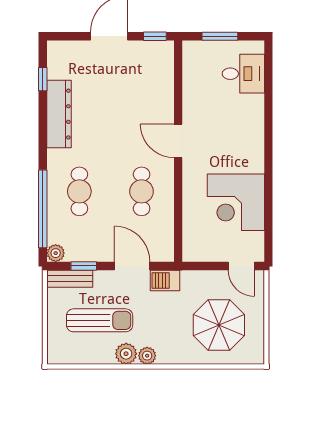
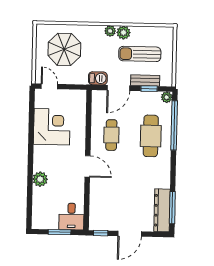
desk: (243, 74) -> (71, 216), moved, turned -90
window: (43, 79) -> (172, 208), width x2.17
dresser: (59, 114) -> (162, 210), moved
plant: (252, 119) -> (40, 179), added
cafe table: (79, 191) -> (151, 136), width x1.37, depth x1.35
door: (132, 266) -> (118, 88), hinge flipped
bench: (70, 279) -> (145, 80), moved

